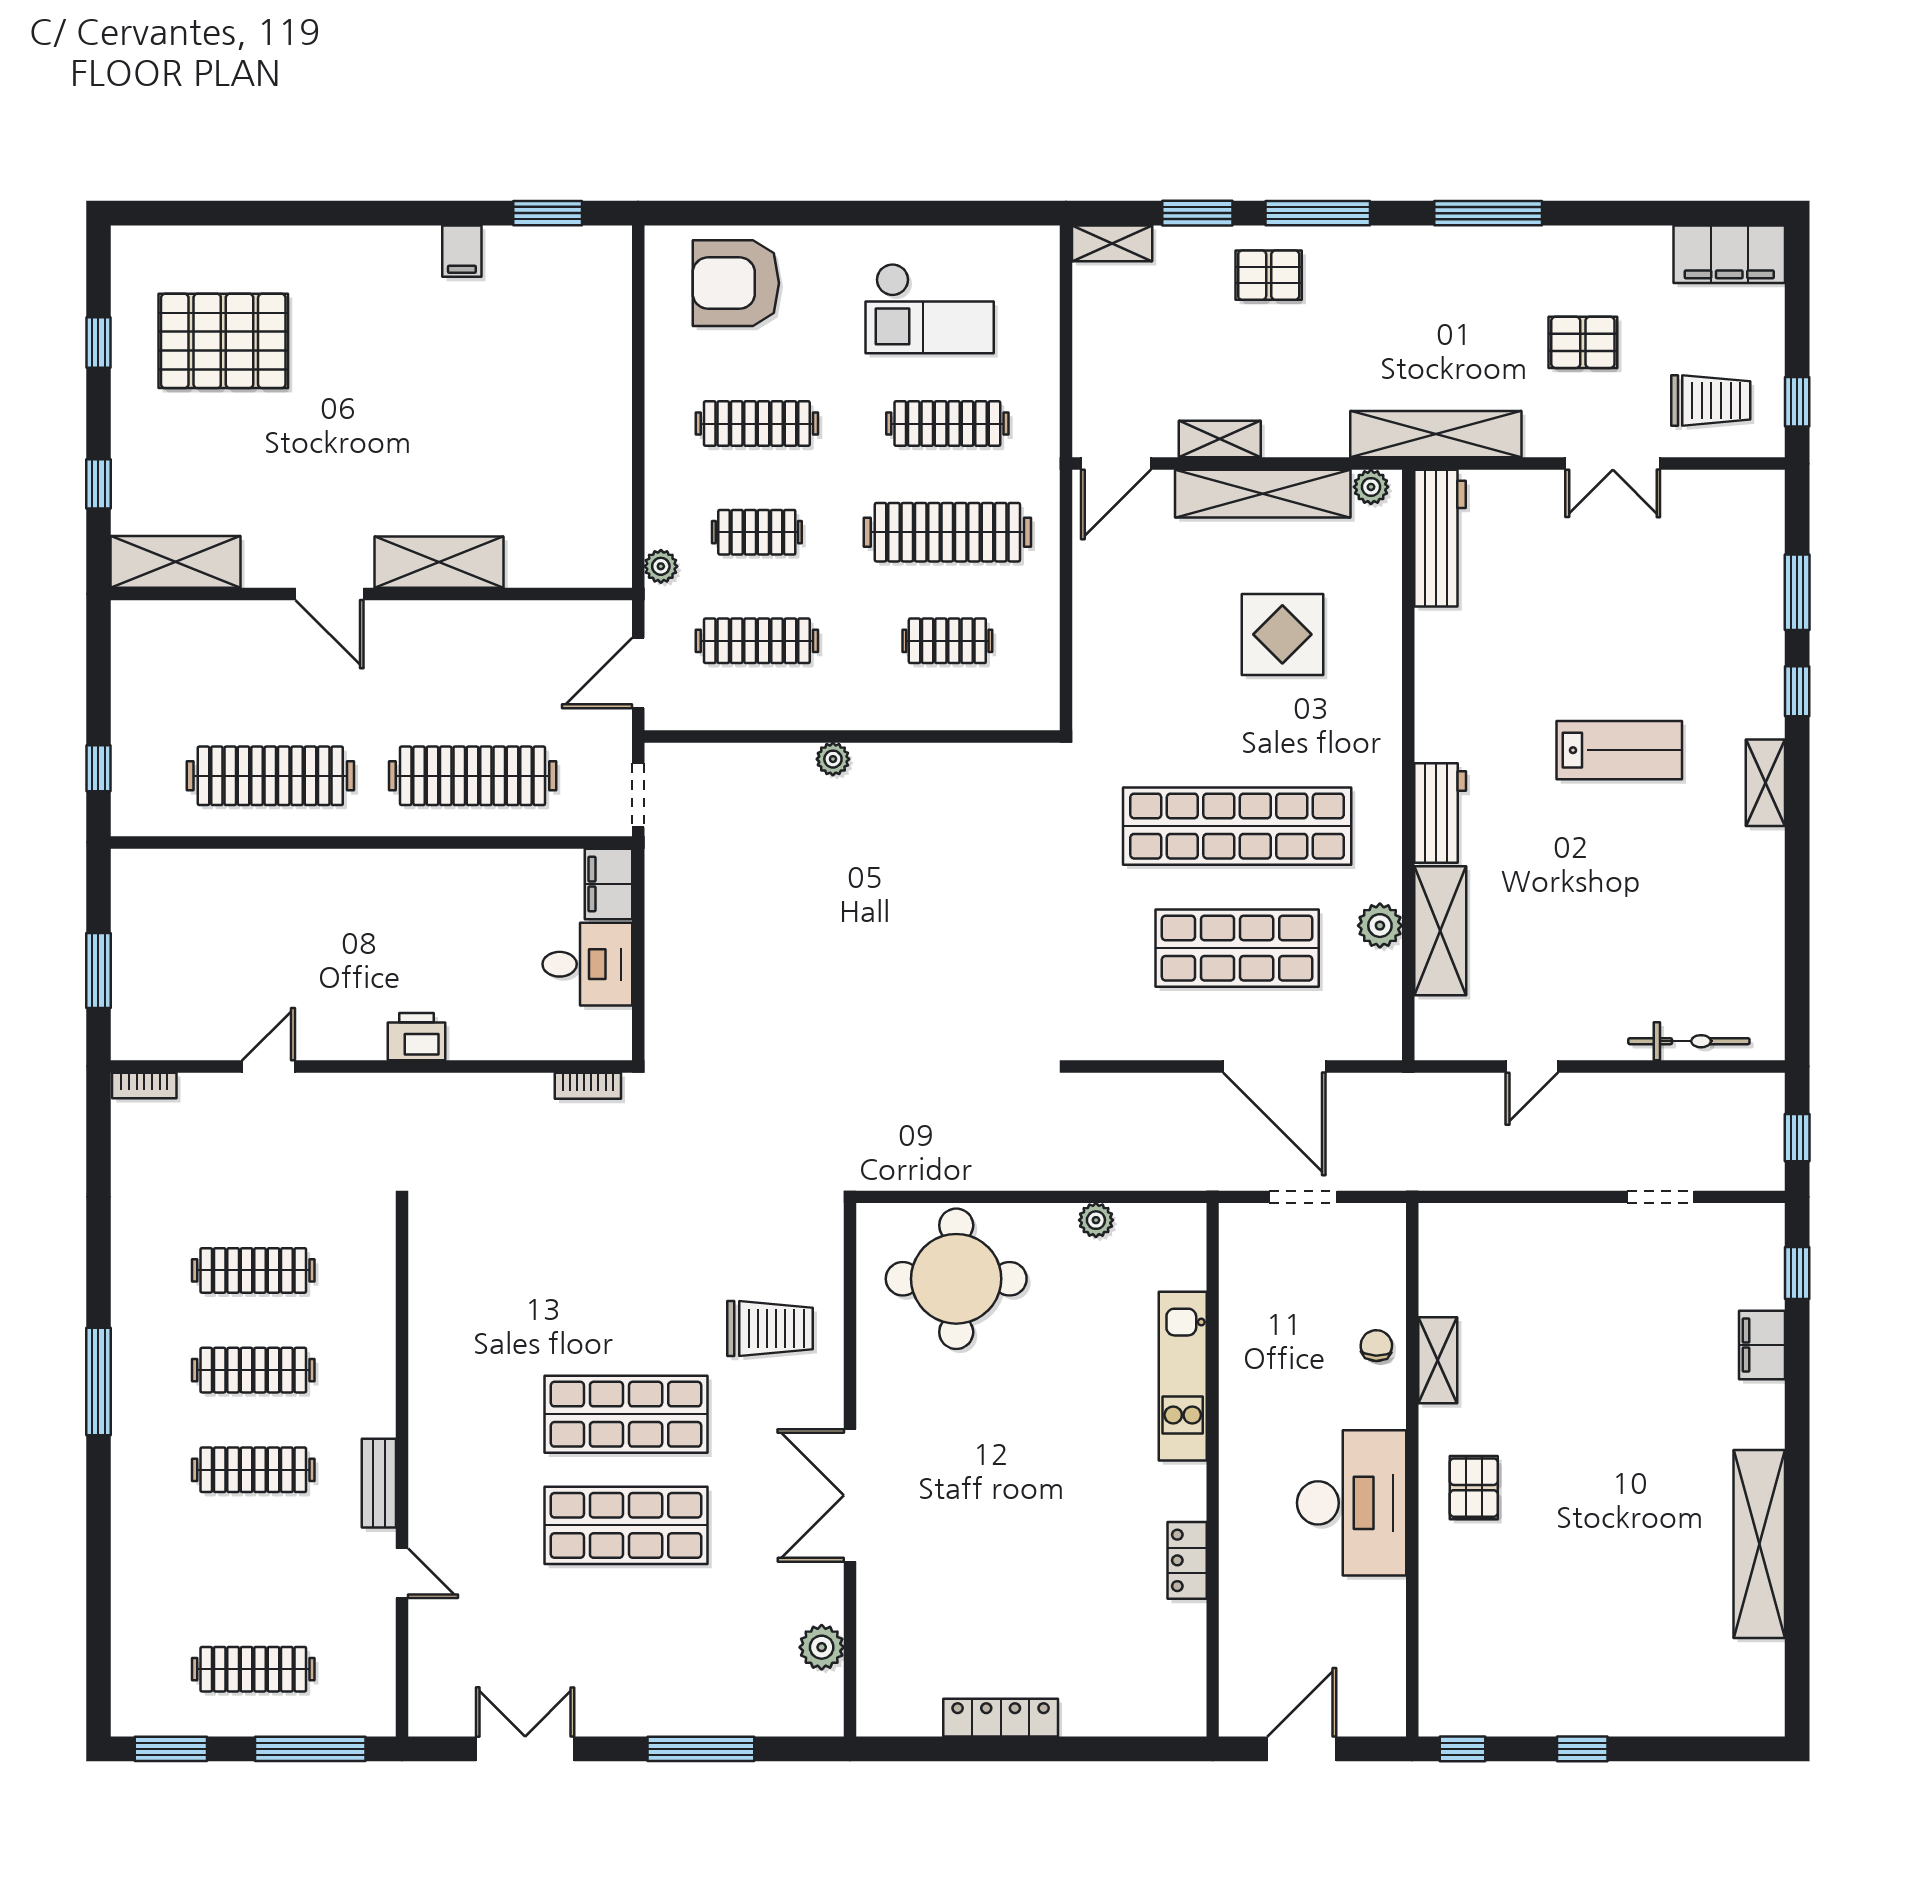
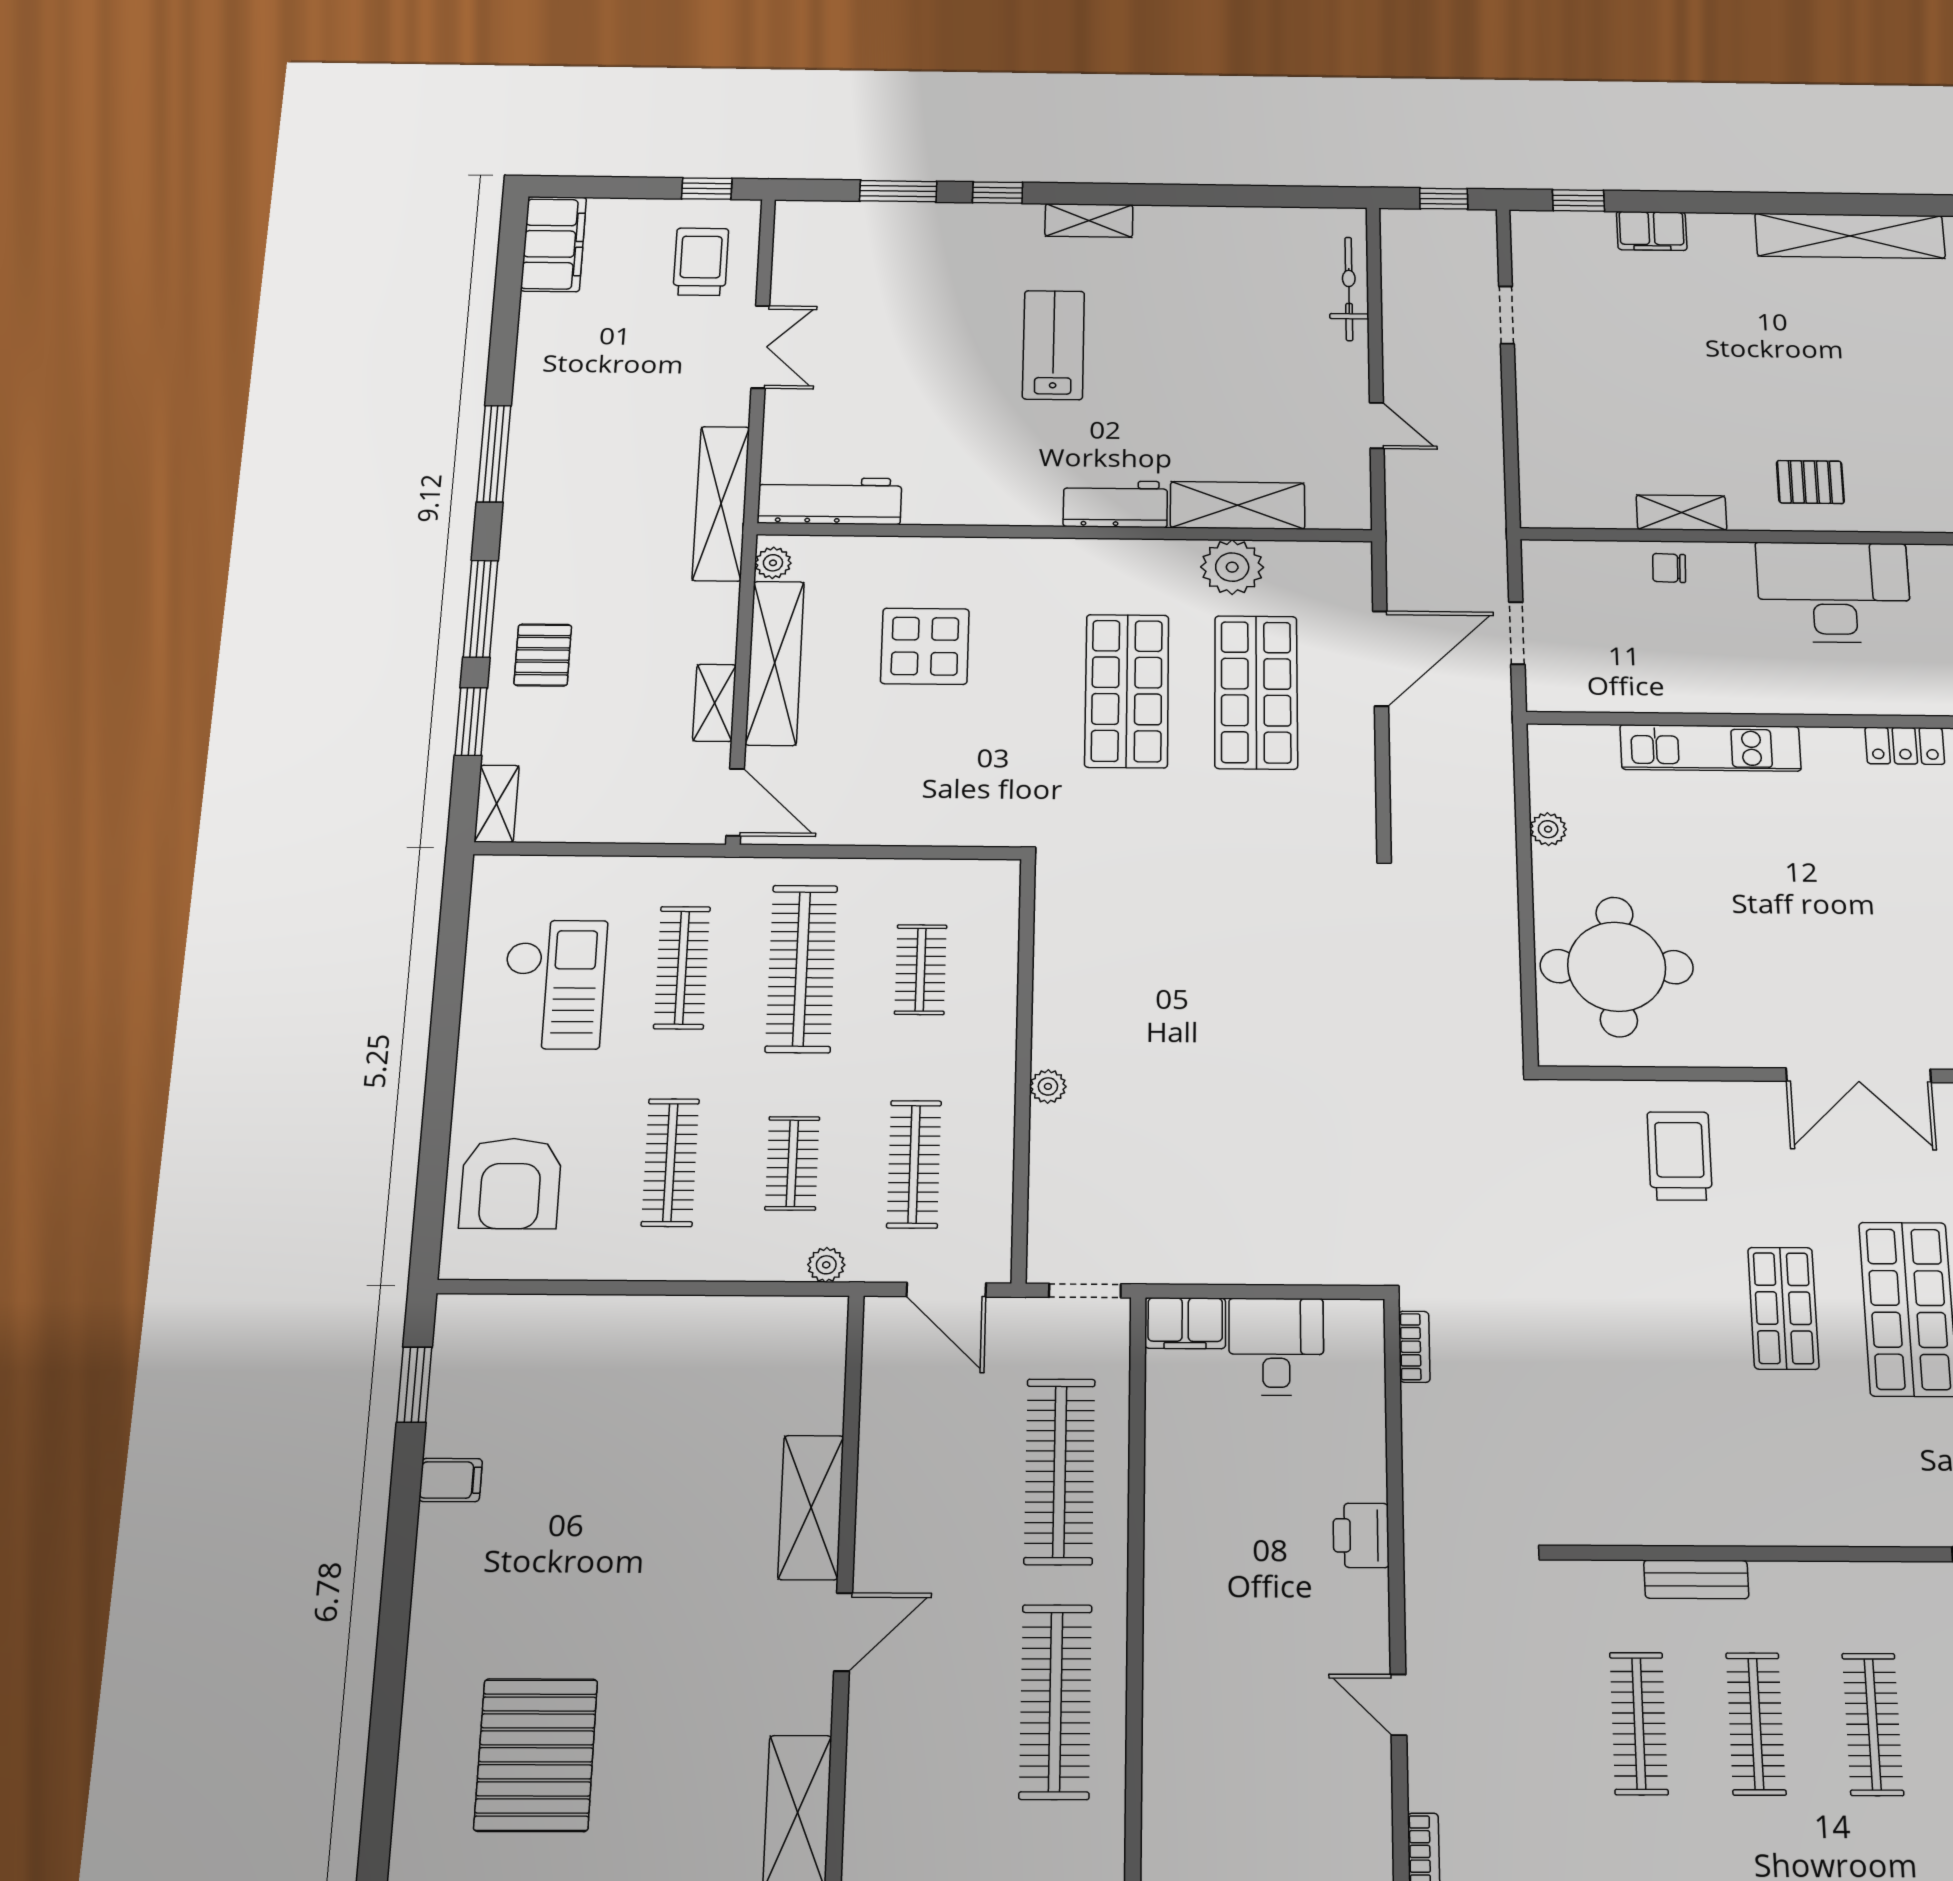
pallet: (1583, 342) -> (634, 371), removed
shop shelf: (1237, 826) -> (1127, 691), width x0.71
plant: (1380, 926) -> (1232, 567), width x1.36, depth x1.36
shop shelf: (626, 1414) -> (1783, 1308), width x0.70, depth x0.74
bench: (379, 1483) -> (1696, 1579), moved

